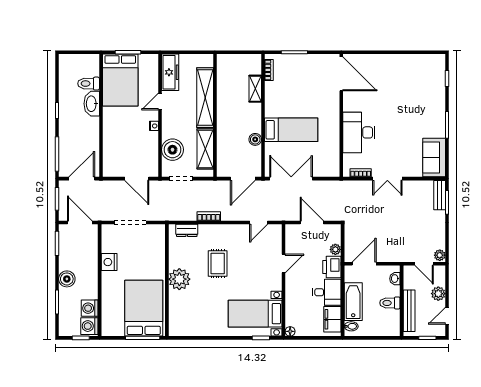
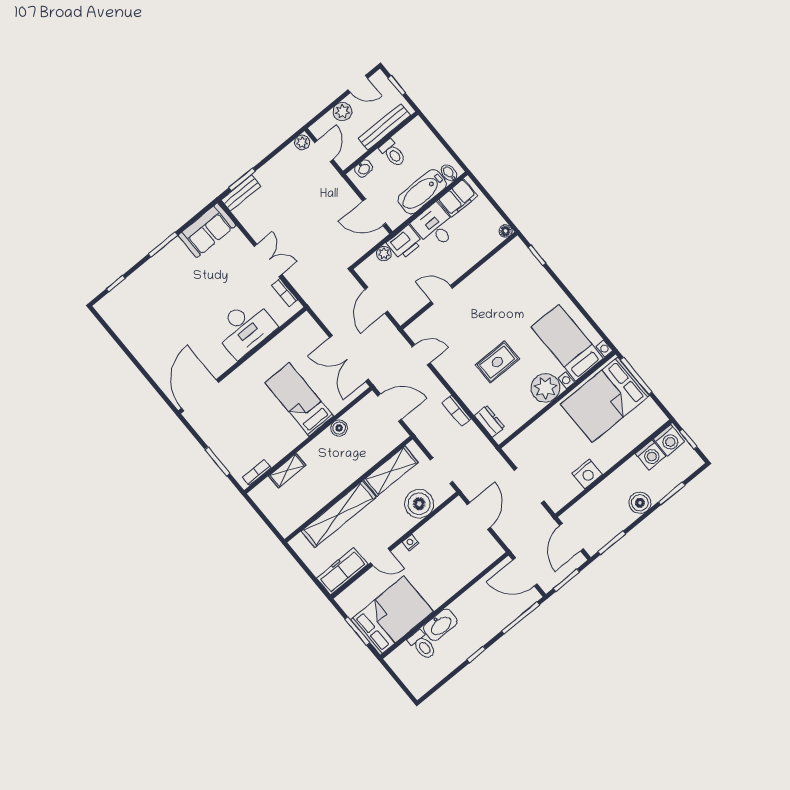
bed with nightstands: (255, 314) -> (567, 343), moved, turned 180

